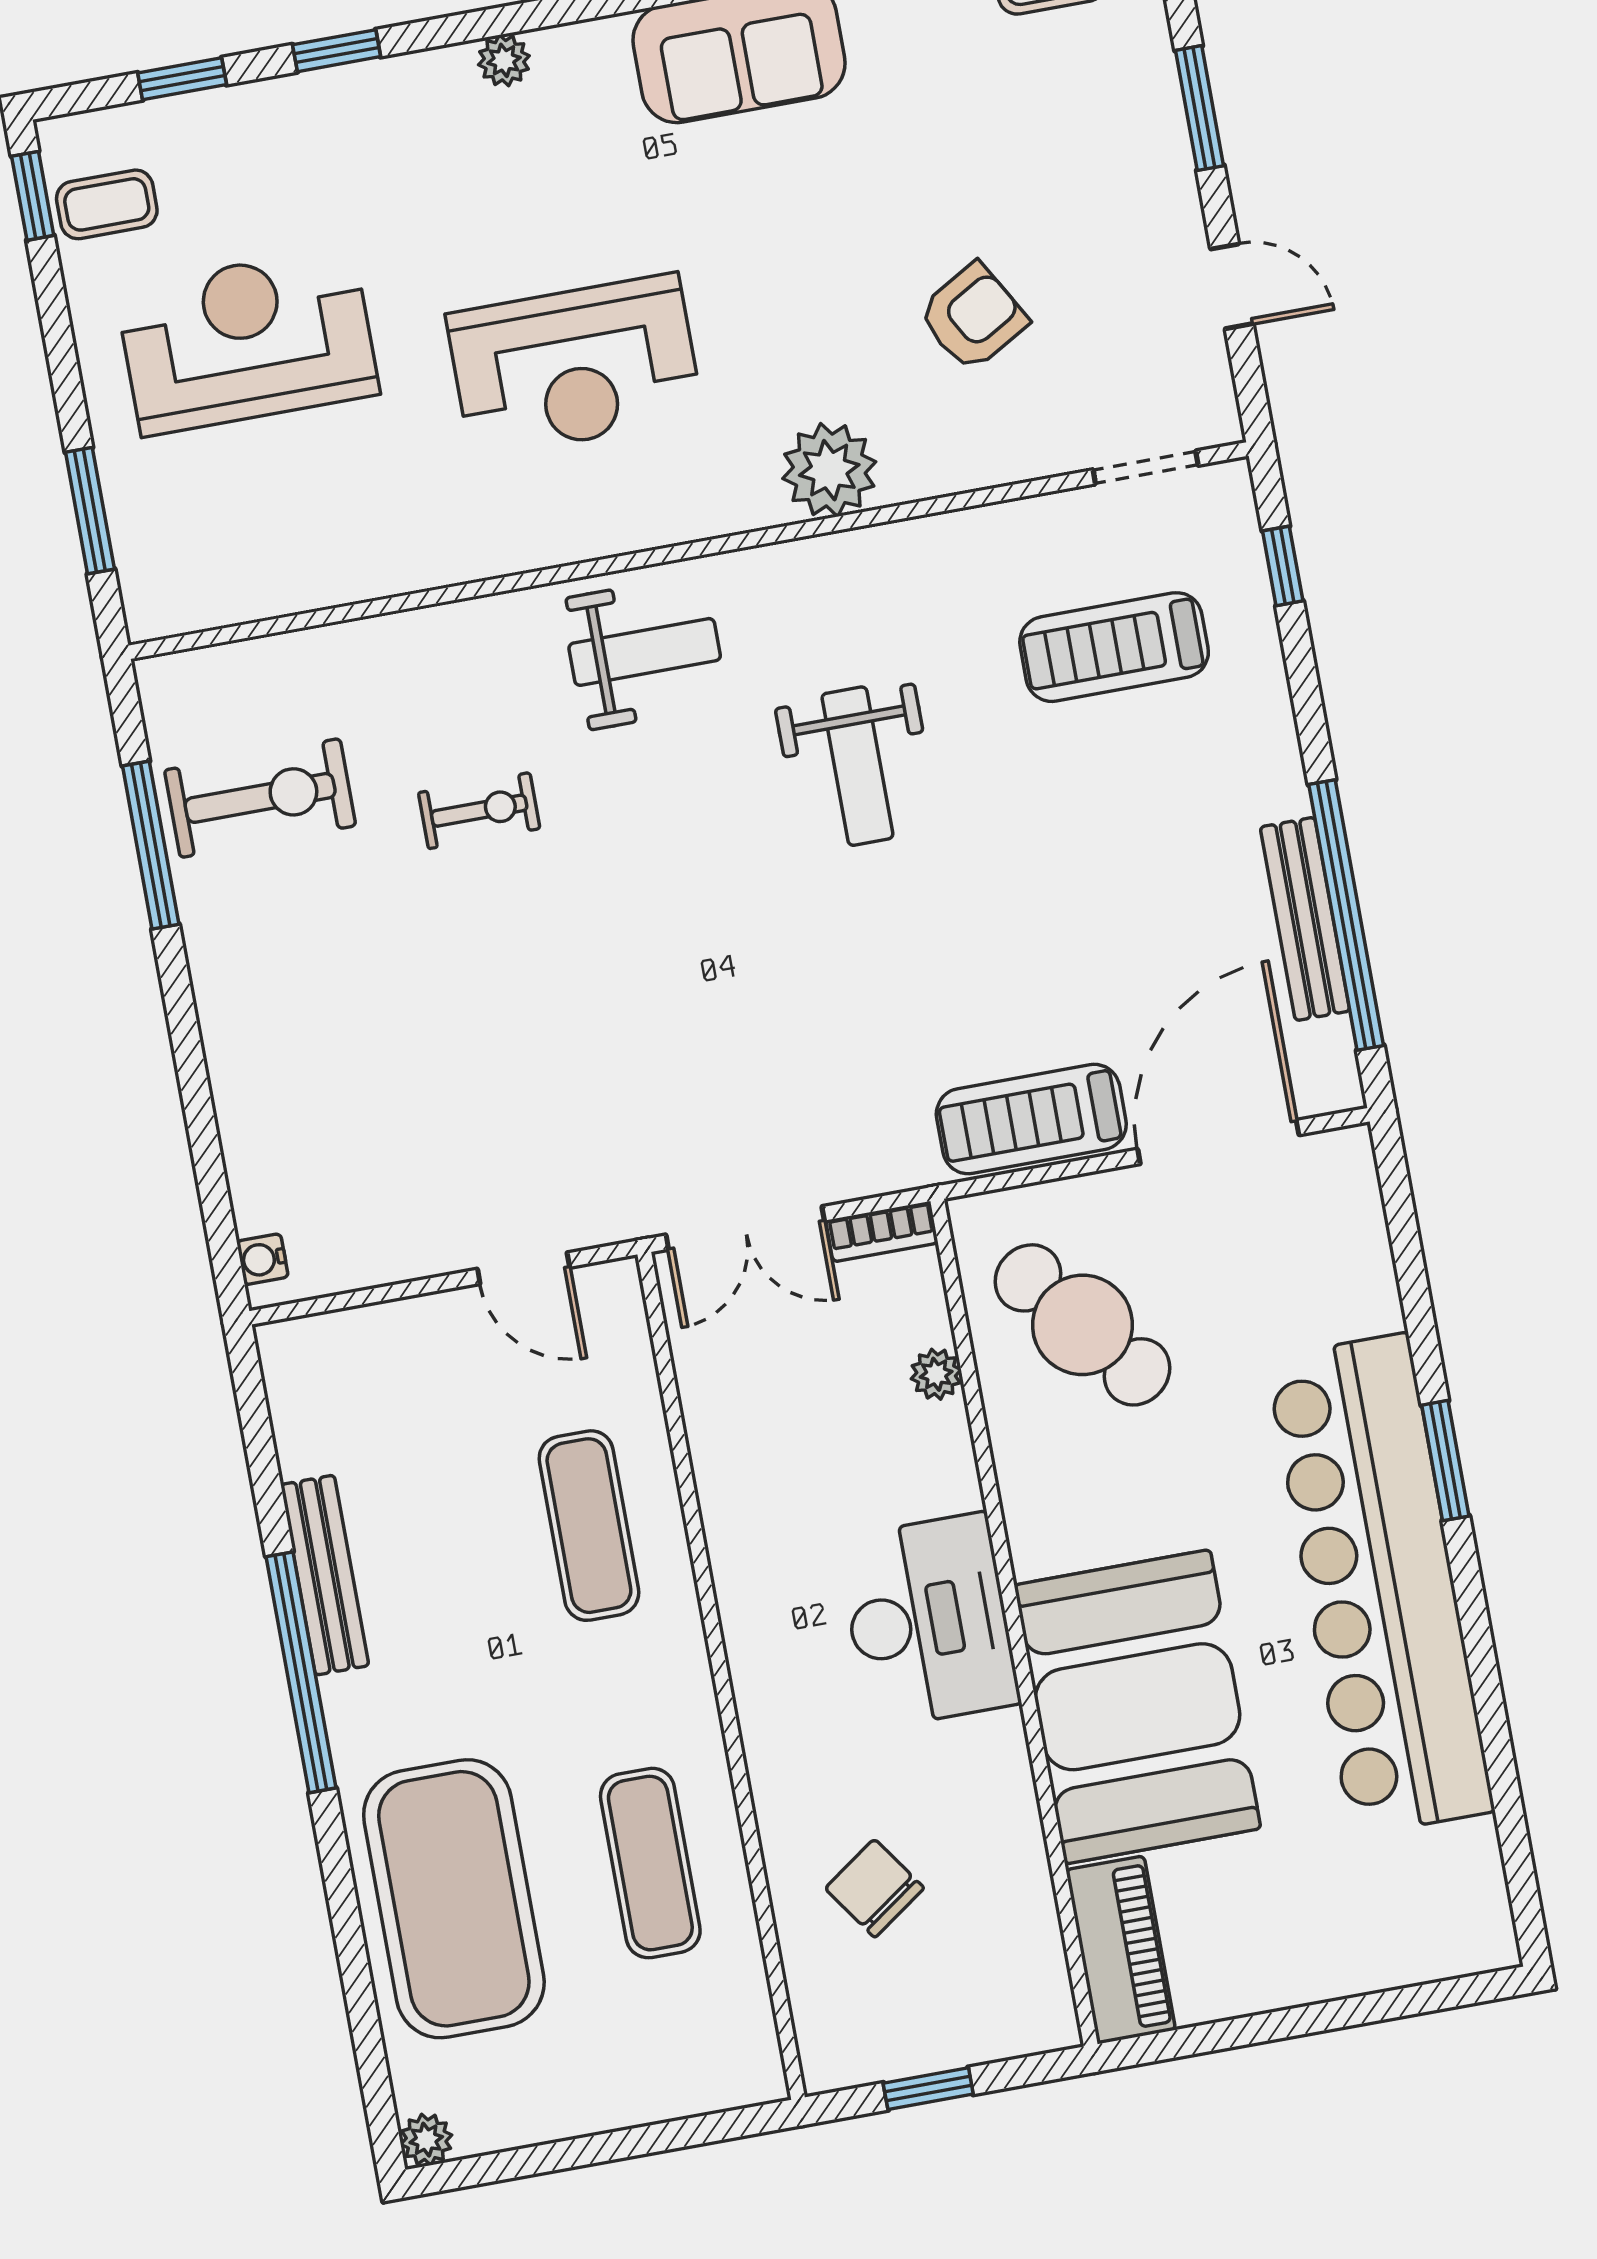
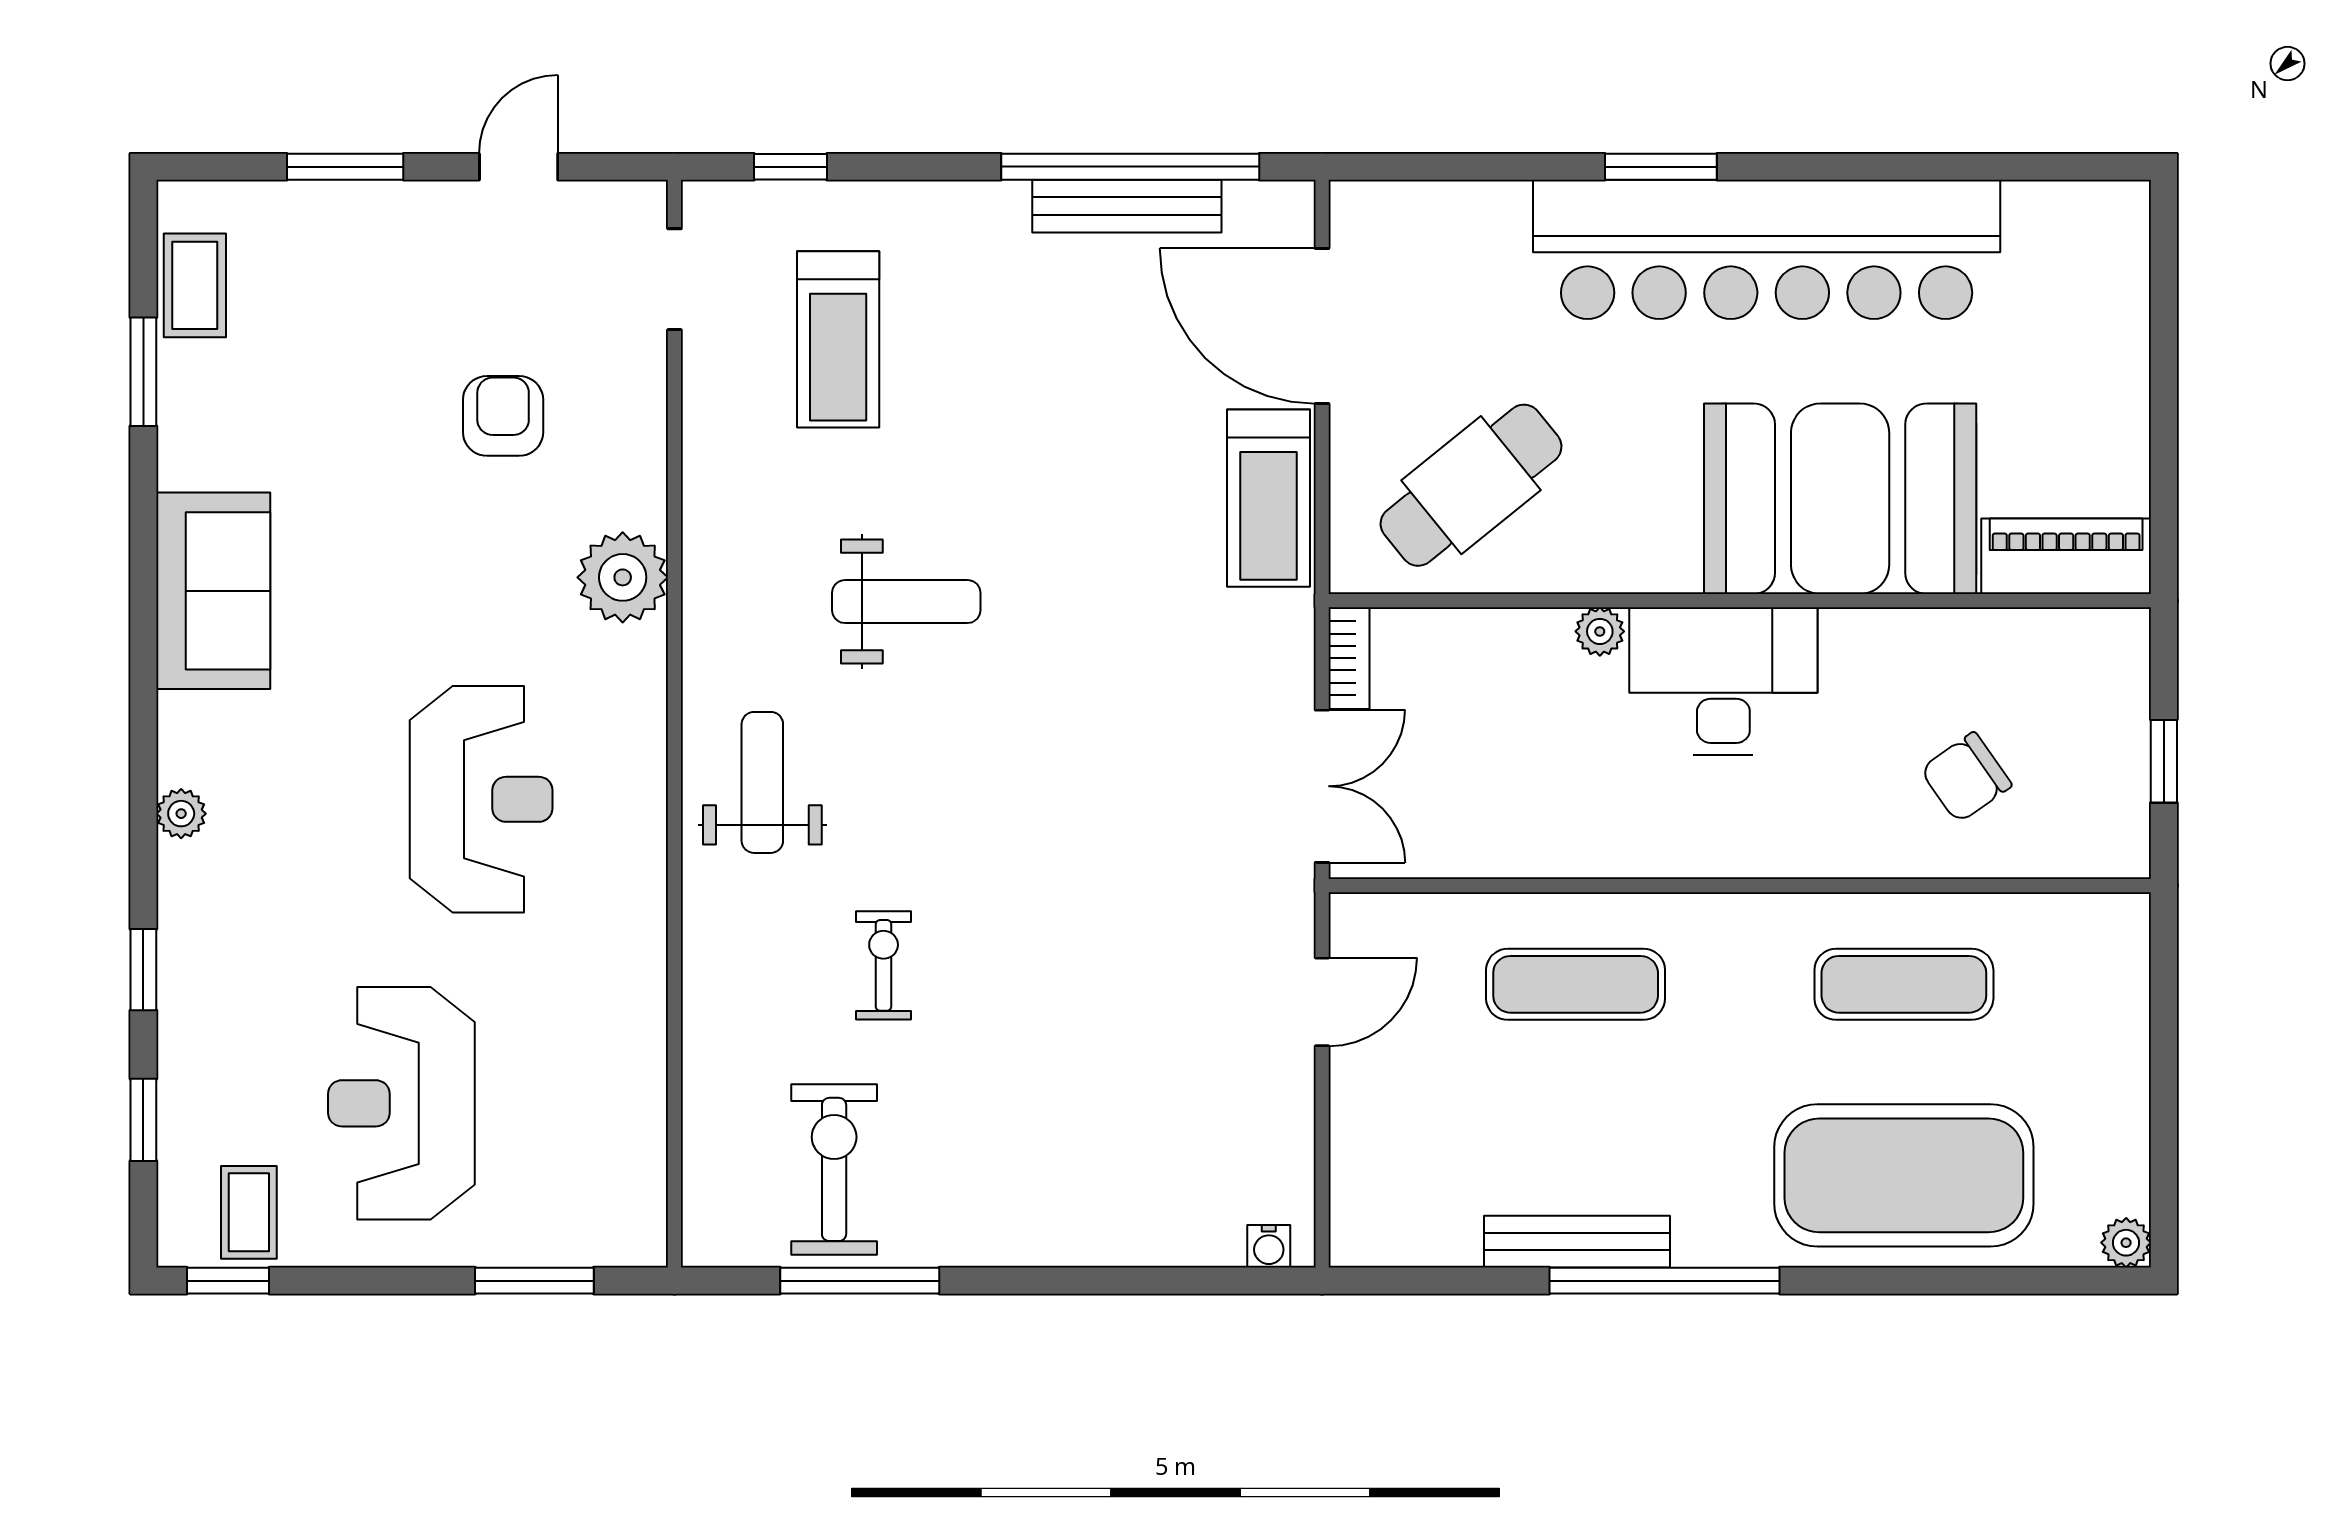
armchair: (973, 317) -> (503, 416), turned 30
plant: (936, 1374) -> (1600, 631), moved

